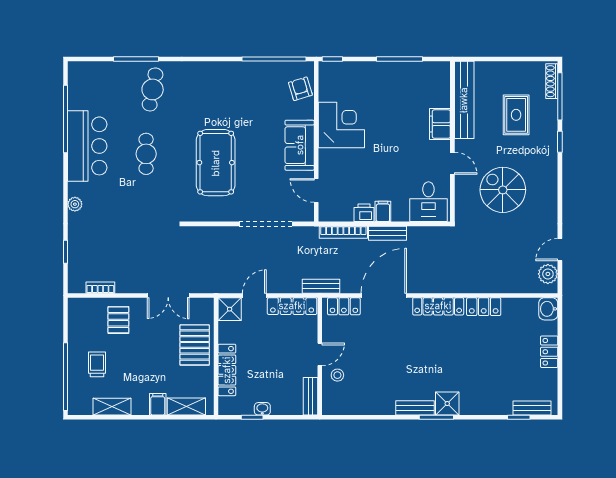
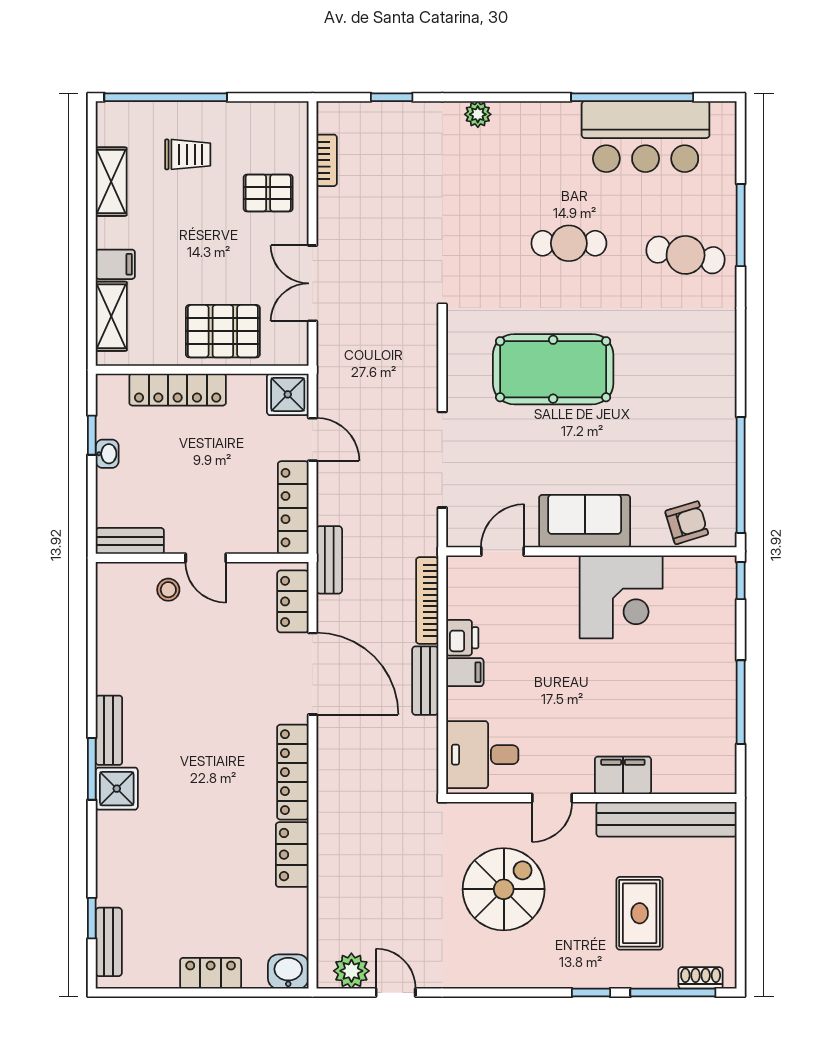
shoe rack: (552, 81) -> (701, 978), width x0.70
rug: (516, 115) -> (640, 913), turned 90
bar counter: (87, 146) -> (646, 137), moved

